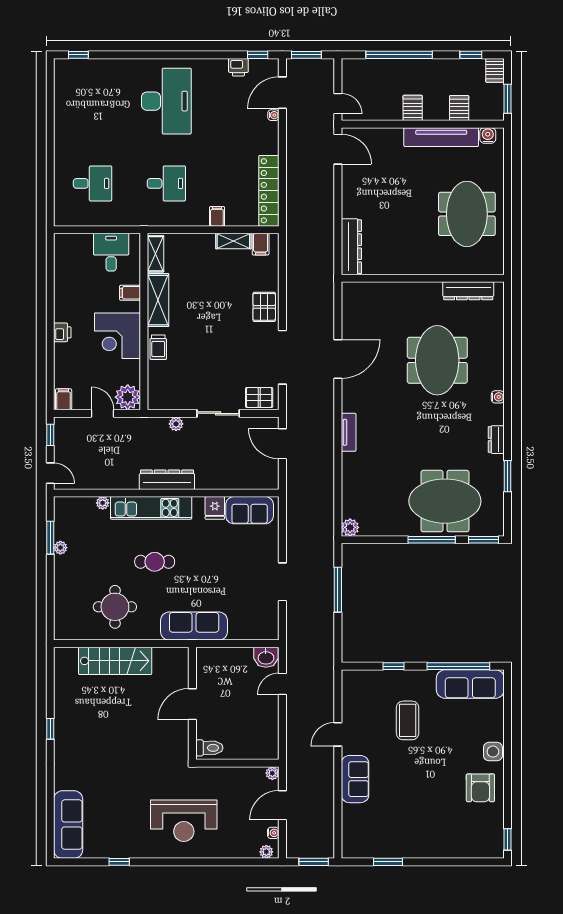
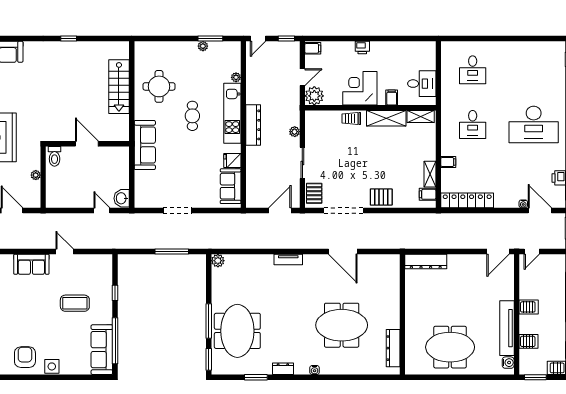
plant: (272, 773) -> (36, 175), moved
armchair: (480, 788) -> (25, 357), turned 90

